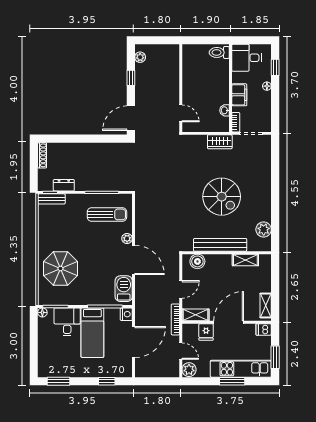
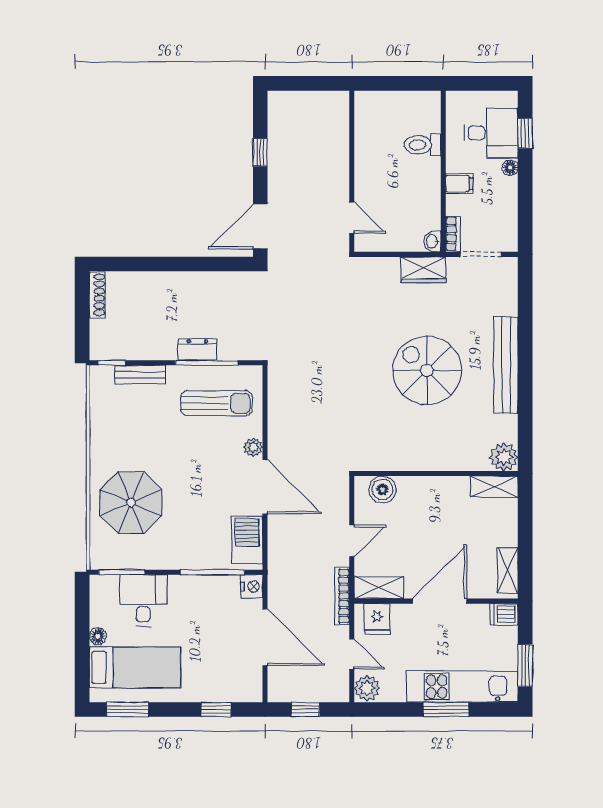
toilet: (219, 52) -> (423, 145), moved
plant: (140, 57) -> (277, 115), removed
desk: (247, 58) -> (491, 133), moved, turned 180
filing cabinet: (239, 95) -> (459, 184), width x0.50
washbasin: (225, 110) -> (432, 241), moved
dresser: (64, 185) -> (197, 350), moved
spiral stairs: (222, 197) -> (427, 370), turned 180
bench: (51, 199) -> (140, 375), moved
plant: (264, 229) -> (504, 457), moved
bench: (220, 245) -> (506, 365), moved, turned 90
shelving: (245, 260) -> (494, 487), moved
floor lamp: (42, 312) -> (98, 636), moved
fridge: (206, 332) -> (377, 619), moved
bed: (92, 333) -> (135, 667), moved, turned -90
door: (133, 342) -> (265, 637), hinge flipped
window: (155, 381) -> (305, 710), added

